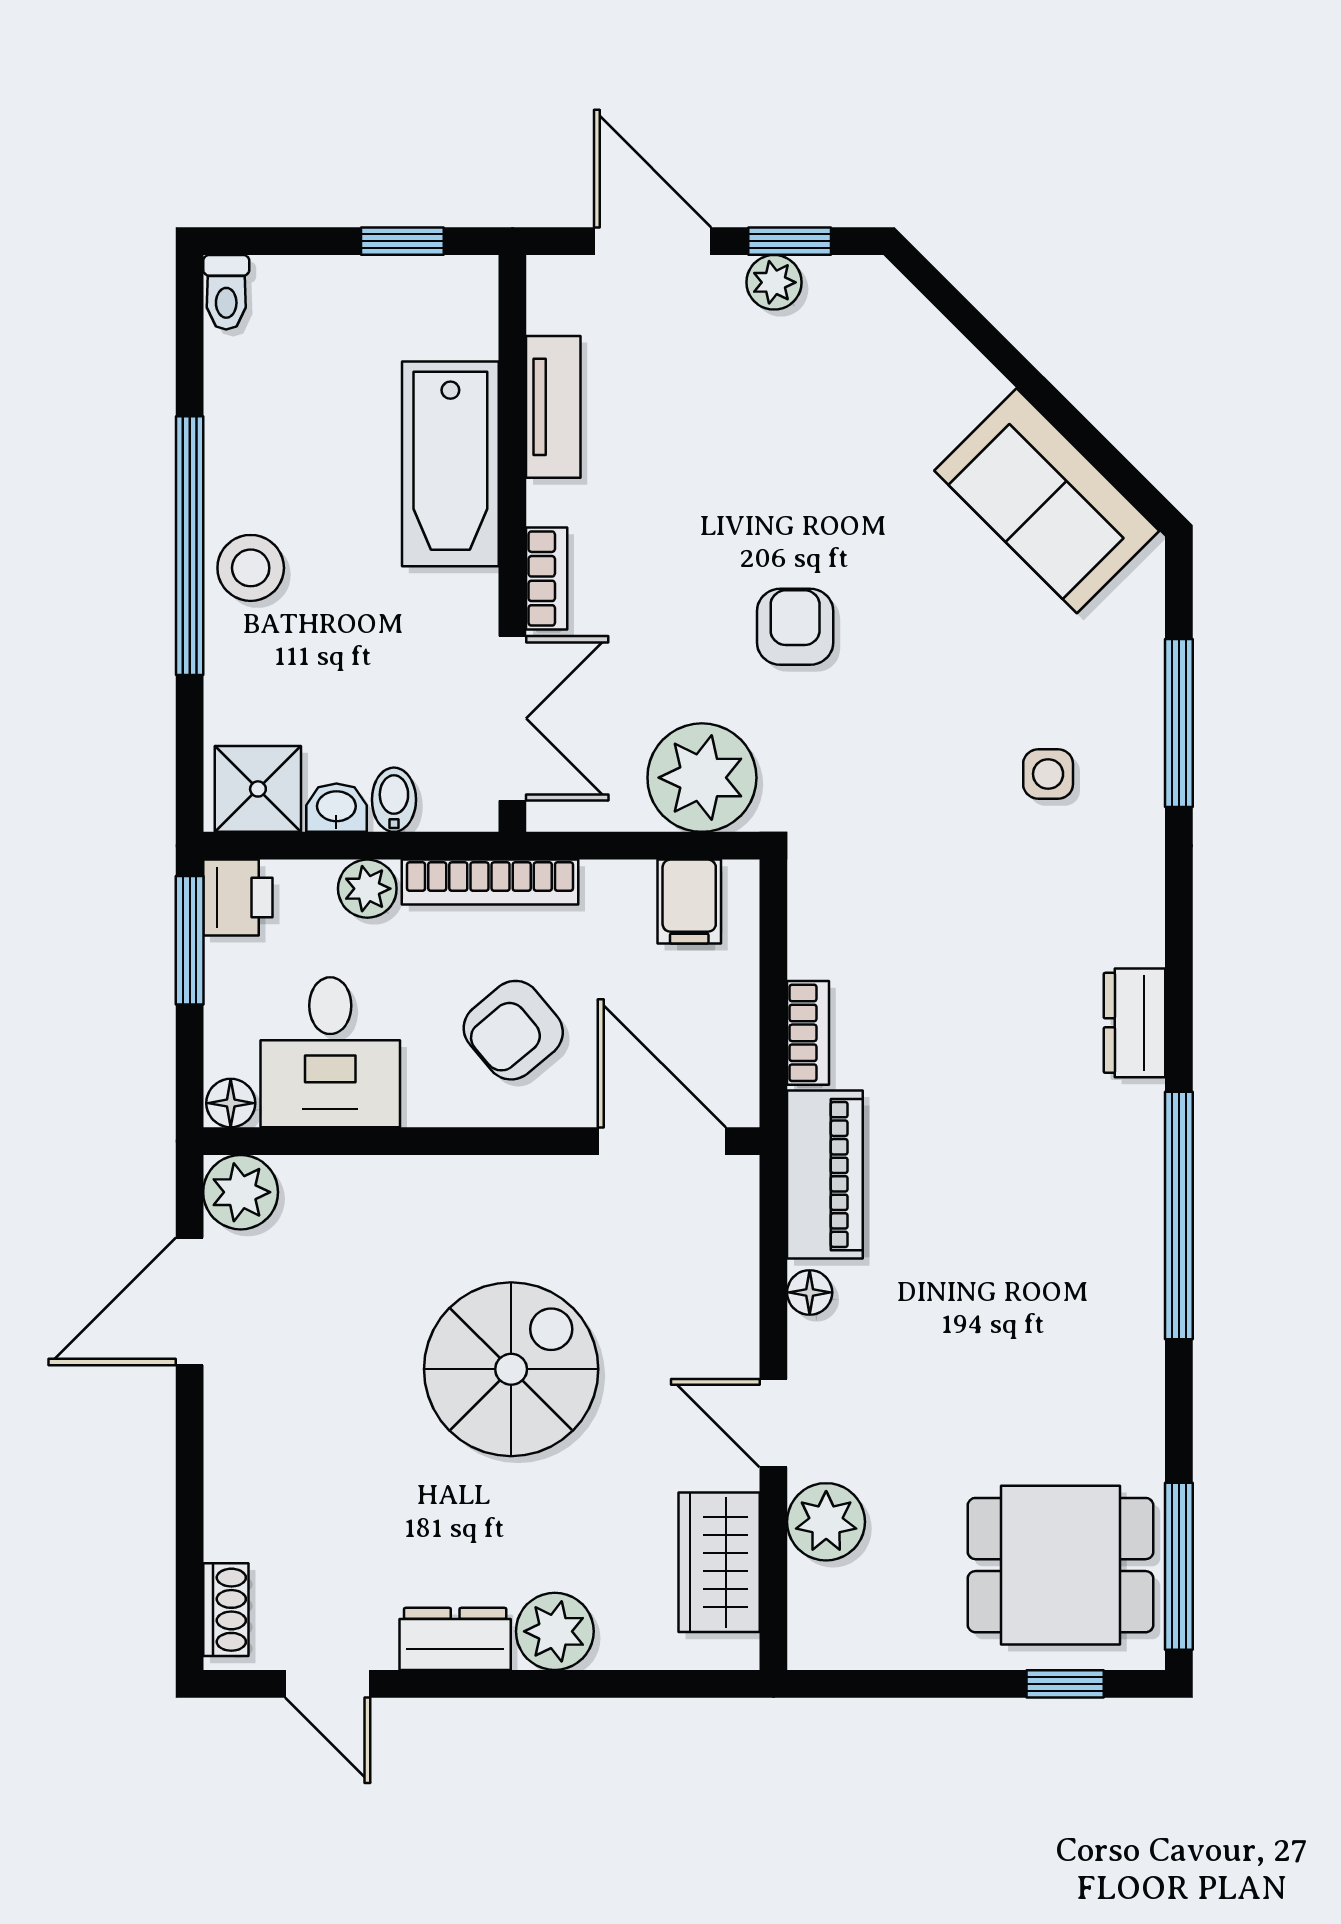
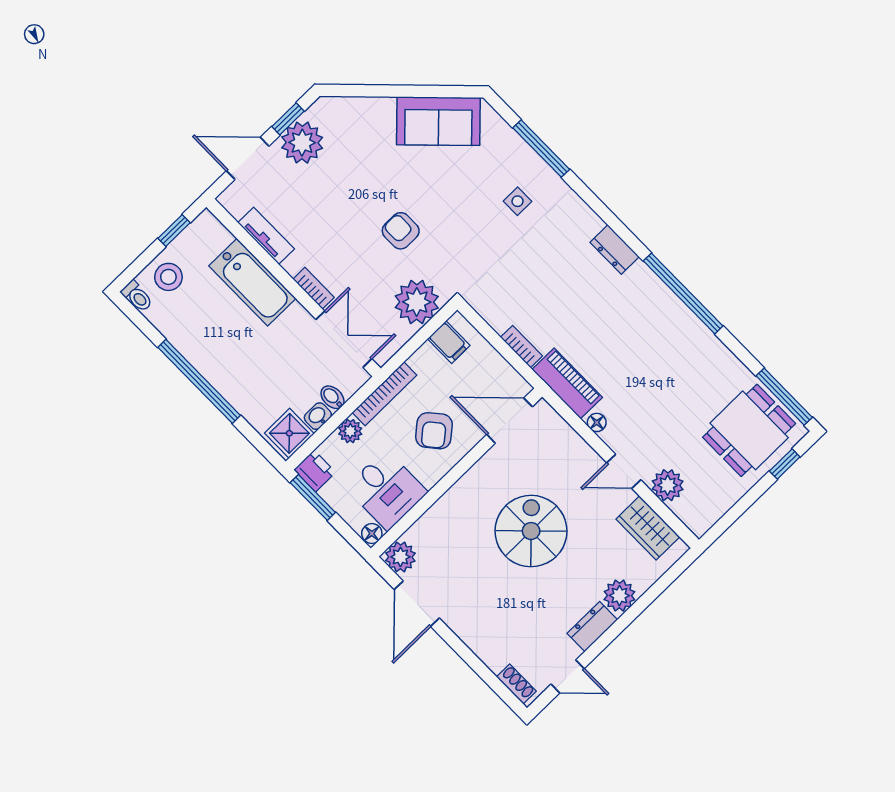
plant: (774, 282) -> (302, 143), width x1.88, depth x1.88
stool: (251, 568) -> (168, 277), moved

